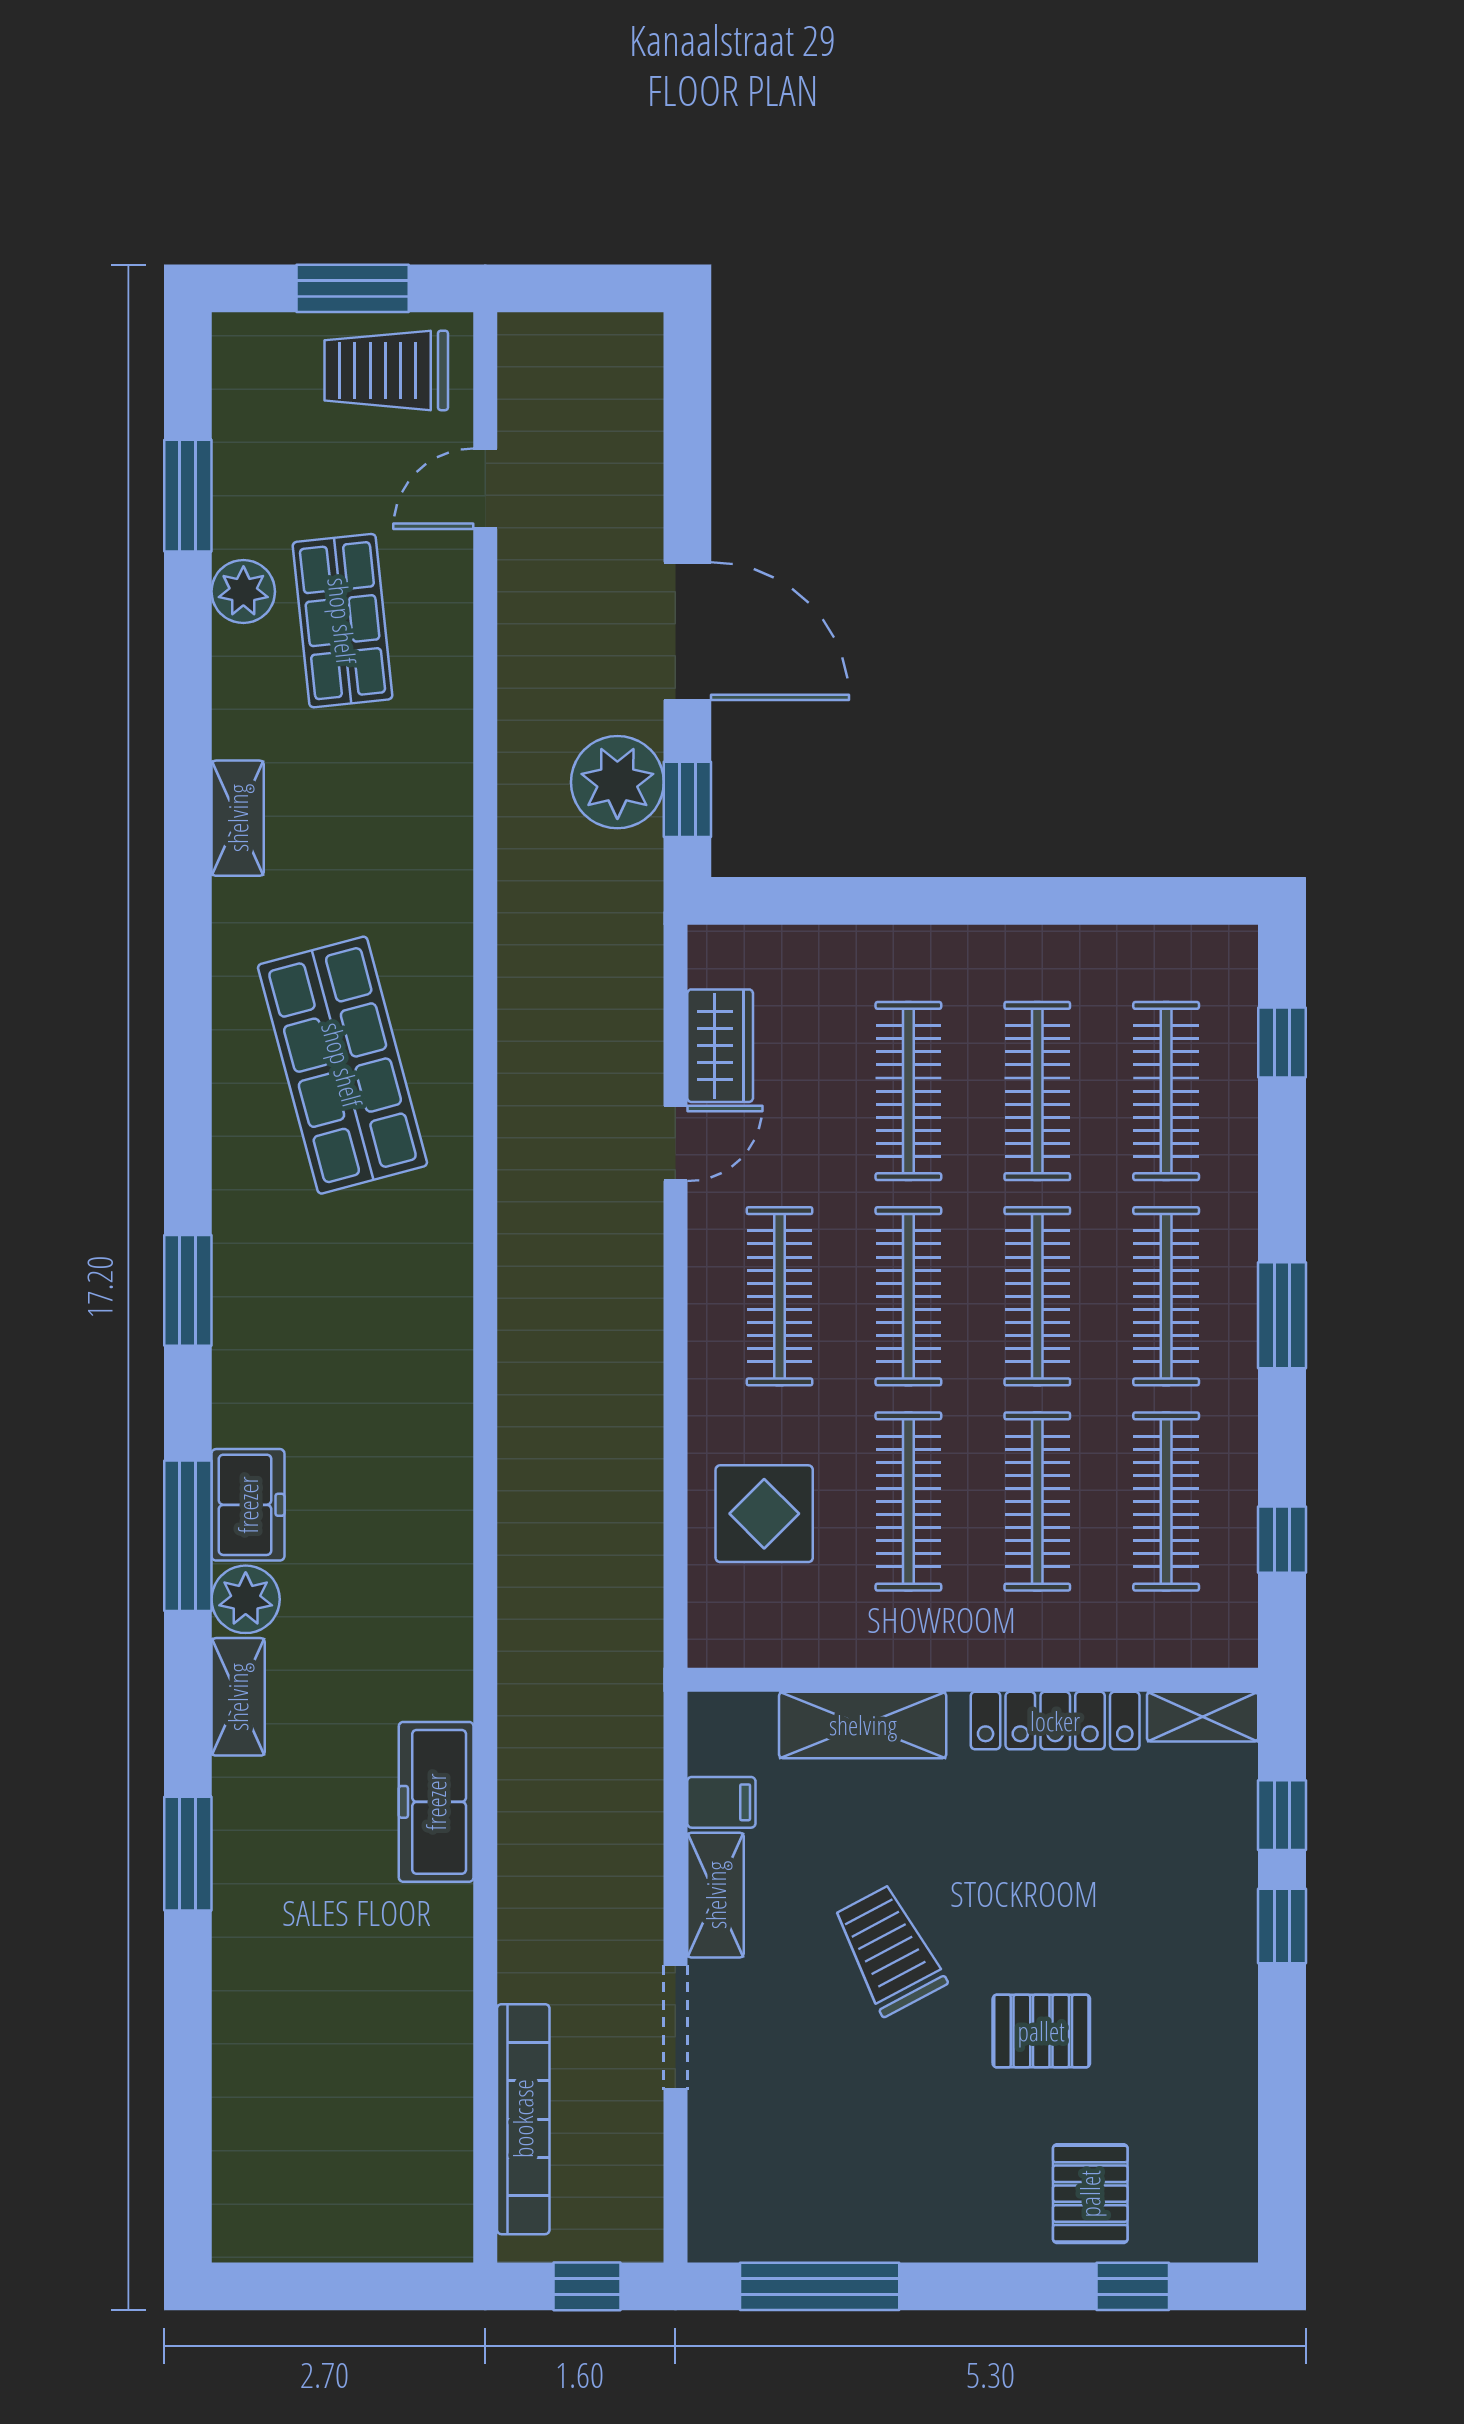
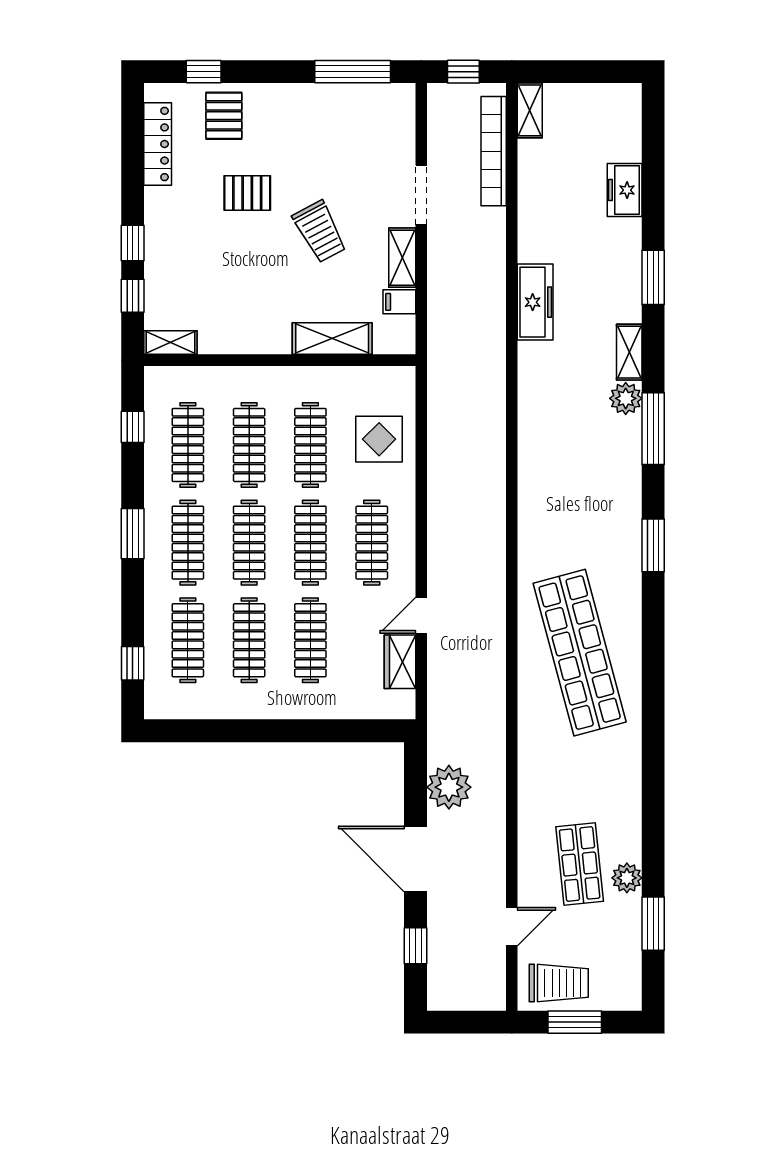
window: (687, 799) -> (416, 946), moved
shelving: (238, 818) -> (530, 110), moved
shop shelf: (342, 1065) -> (580, 653), width x1.40
freezer: (248, 1505) -> (625, 190), moved
locker: (1055, 1721) -> (158, 144), moved, turned 90

